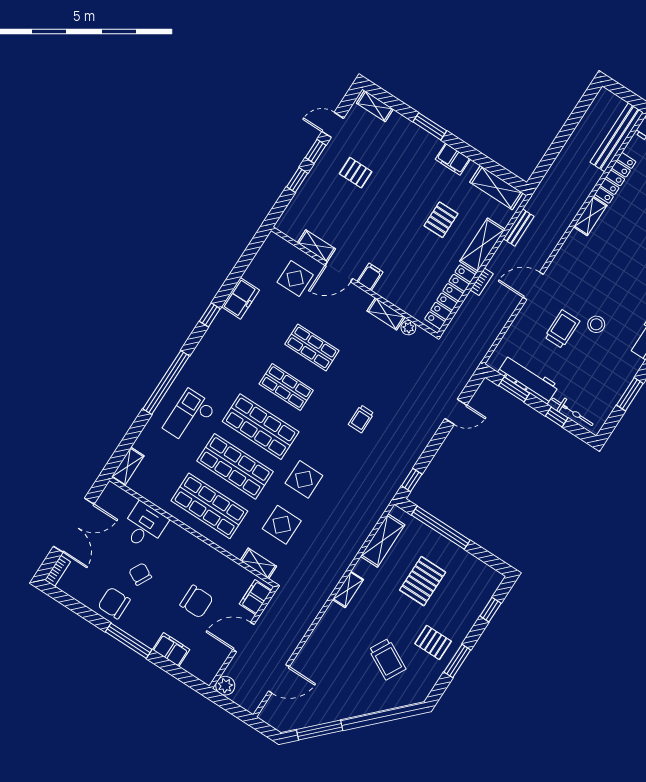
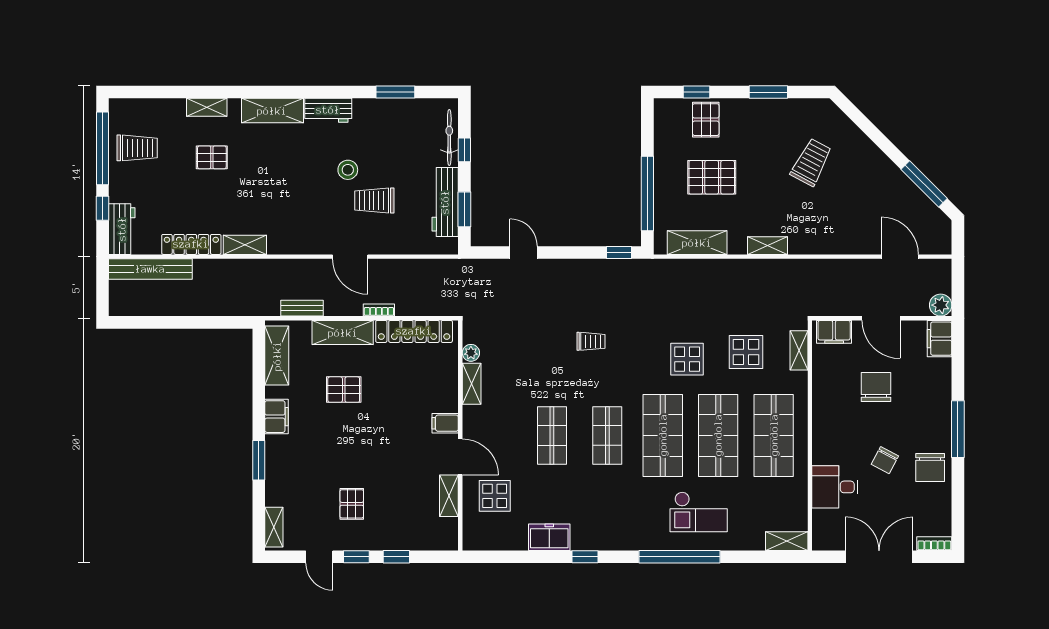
pallet: (433, 642) -> (706, 120), moved
filing cabinet: (171, 650) -> (940, 339), moved

